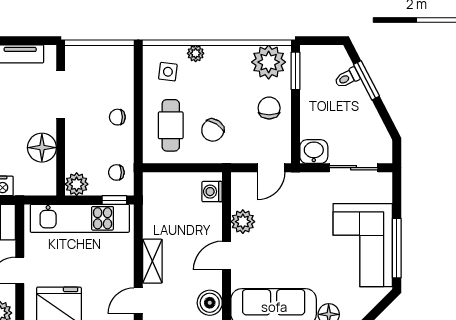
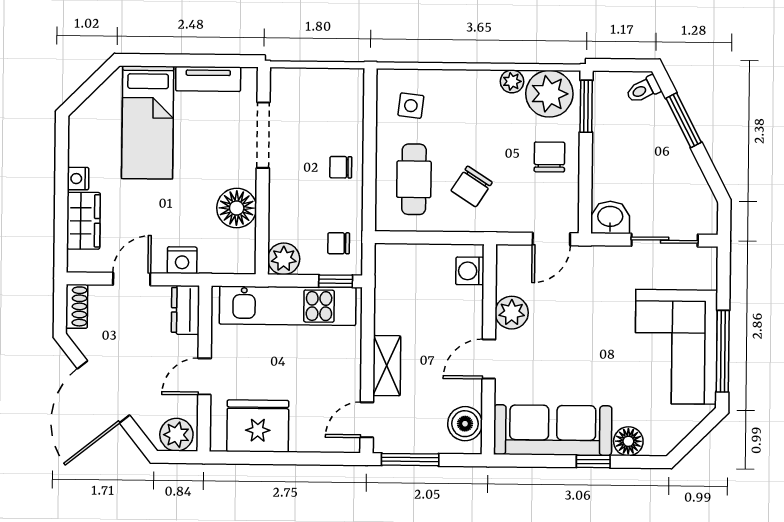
plant: (196, 53) -> (512, 81), moved
toilet: (347, 78) -> (643, 89), moved

